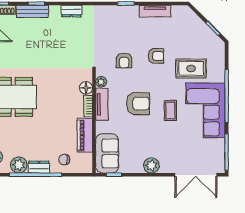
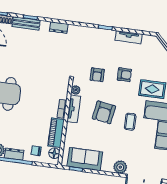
floor lamp: (86, 88) -> (54, 153), moved
armchair: (138, 104) -> (104, 112), turned 99
sofa: (107, 153) -> (85, 159), moved, turned -90
plant: (151, 165) -> (120, 167), moved

